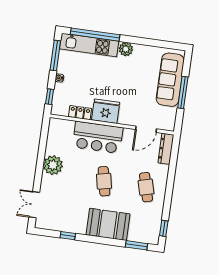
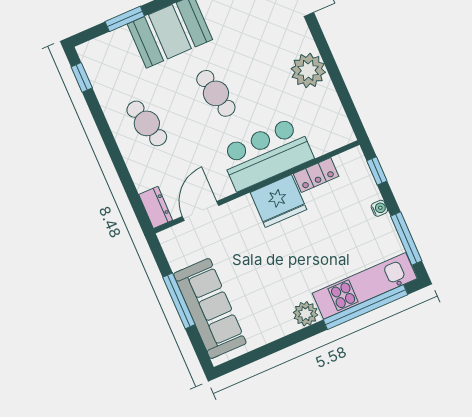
dresser: (166, 149) -> (156, 207), width x0.70
window: (136, 245) -> (125, 19), moved

